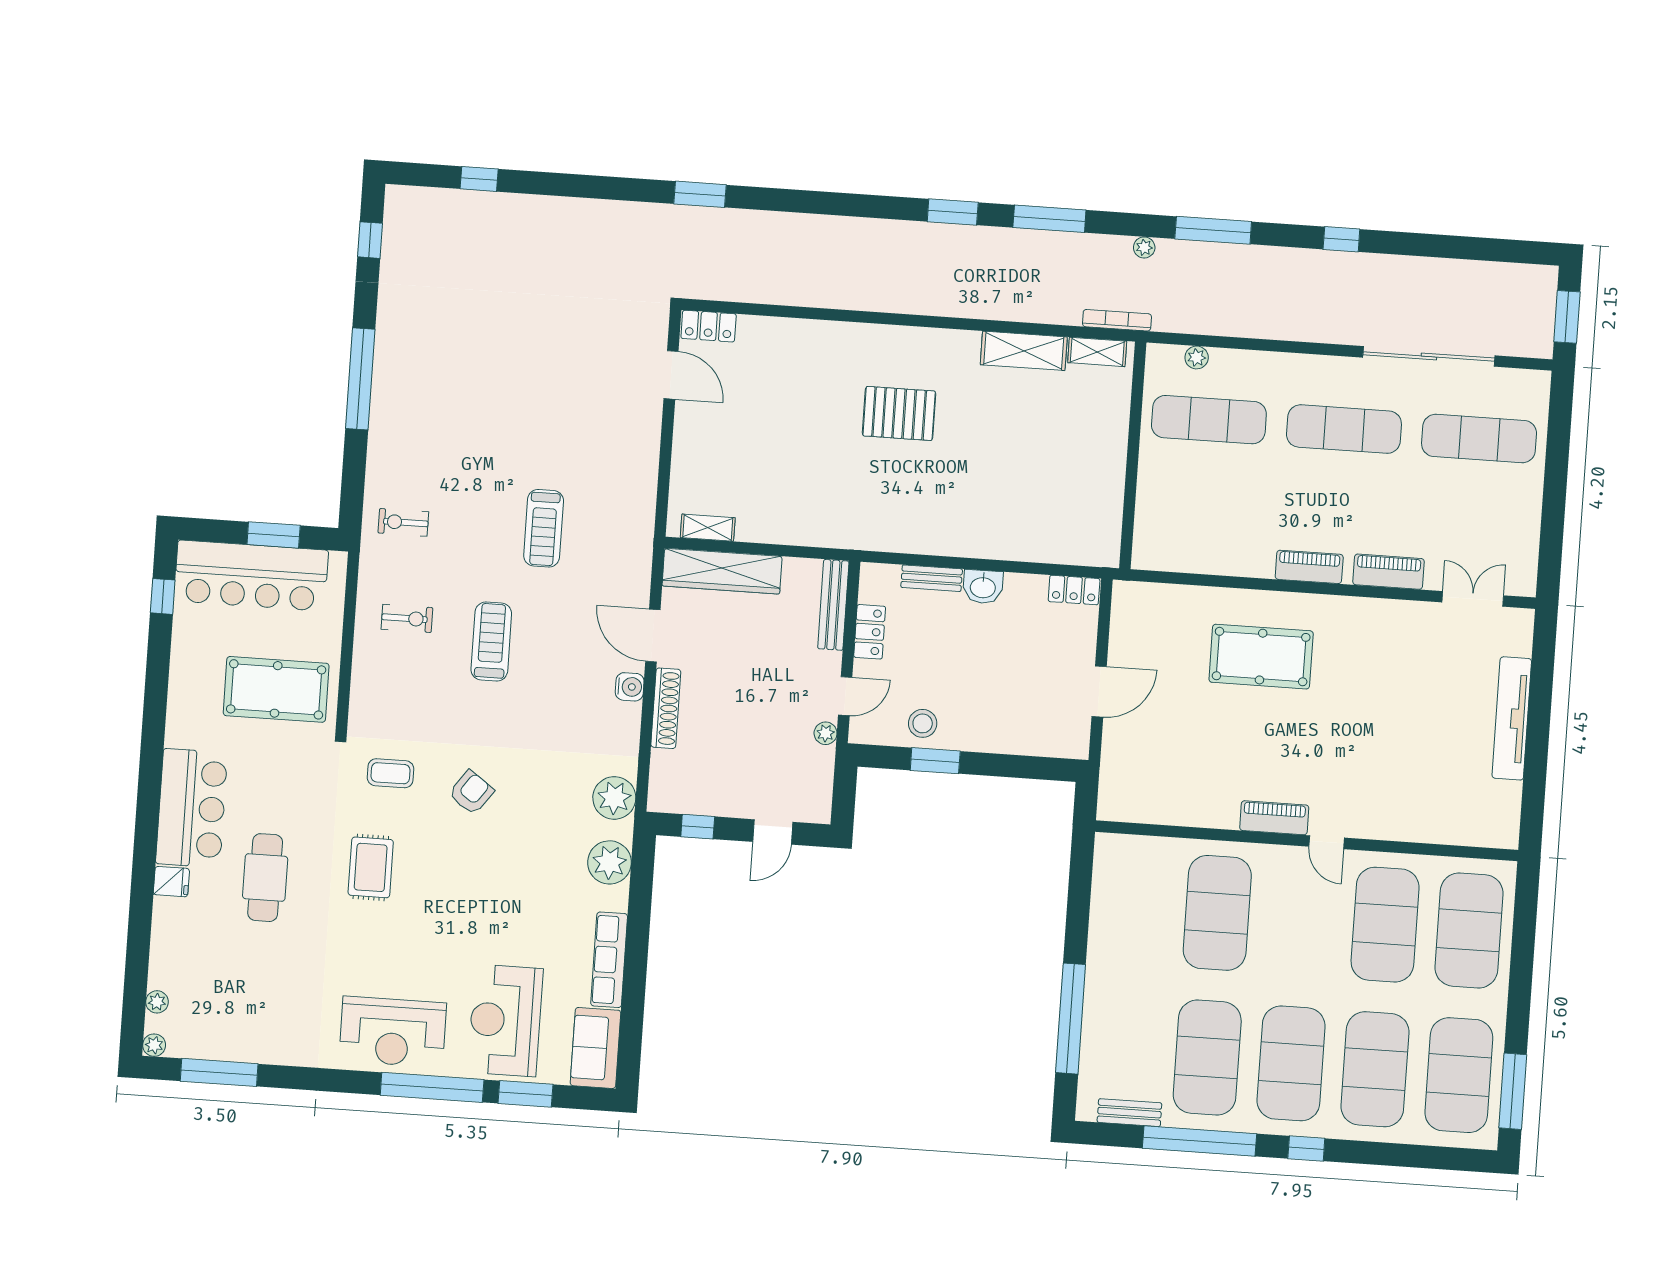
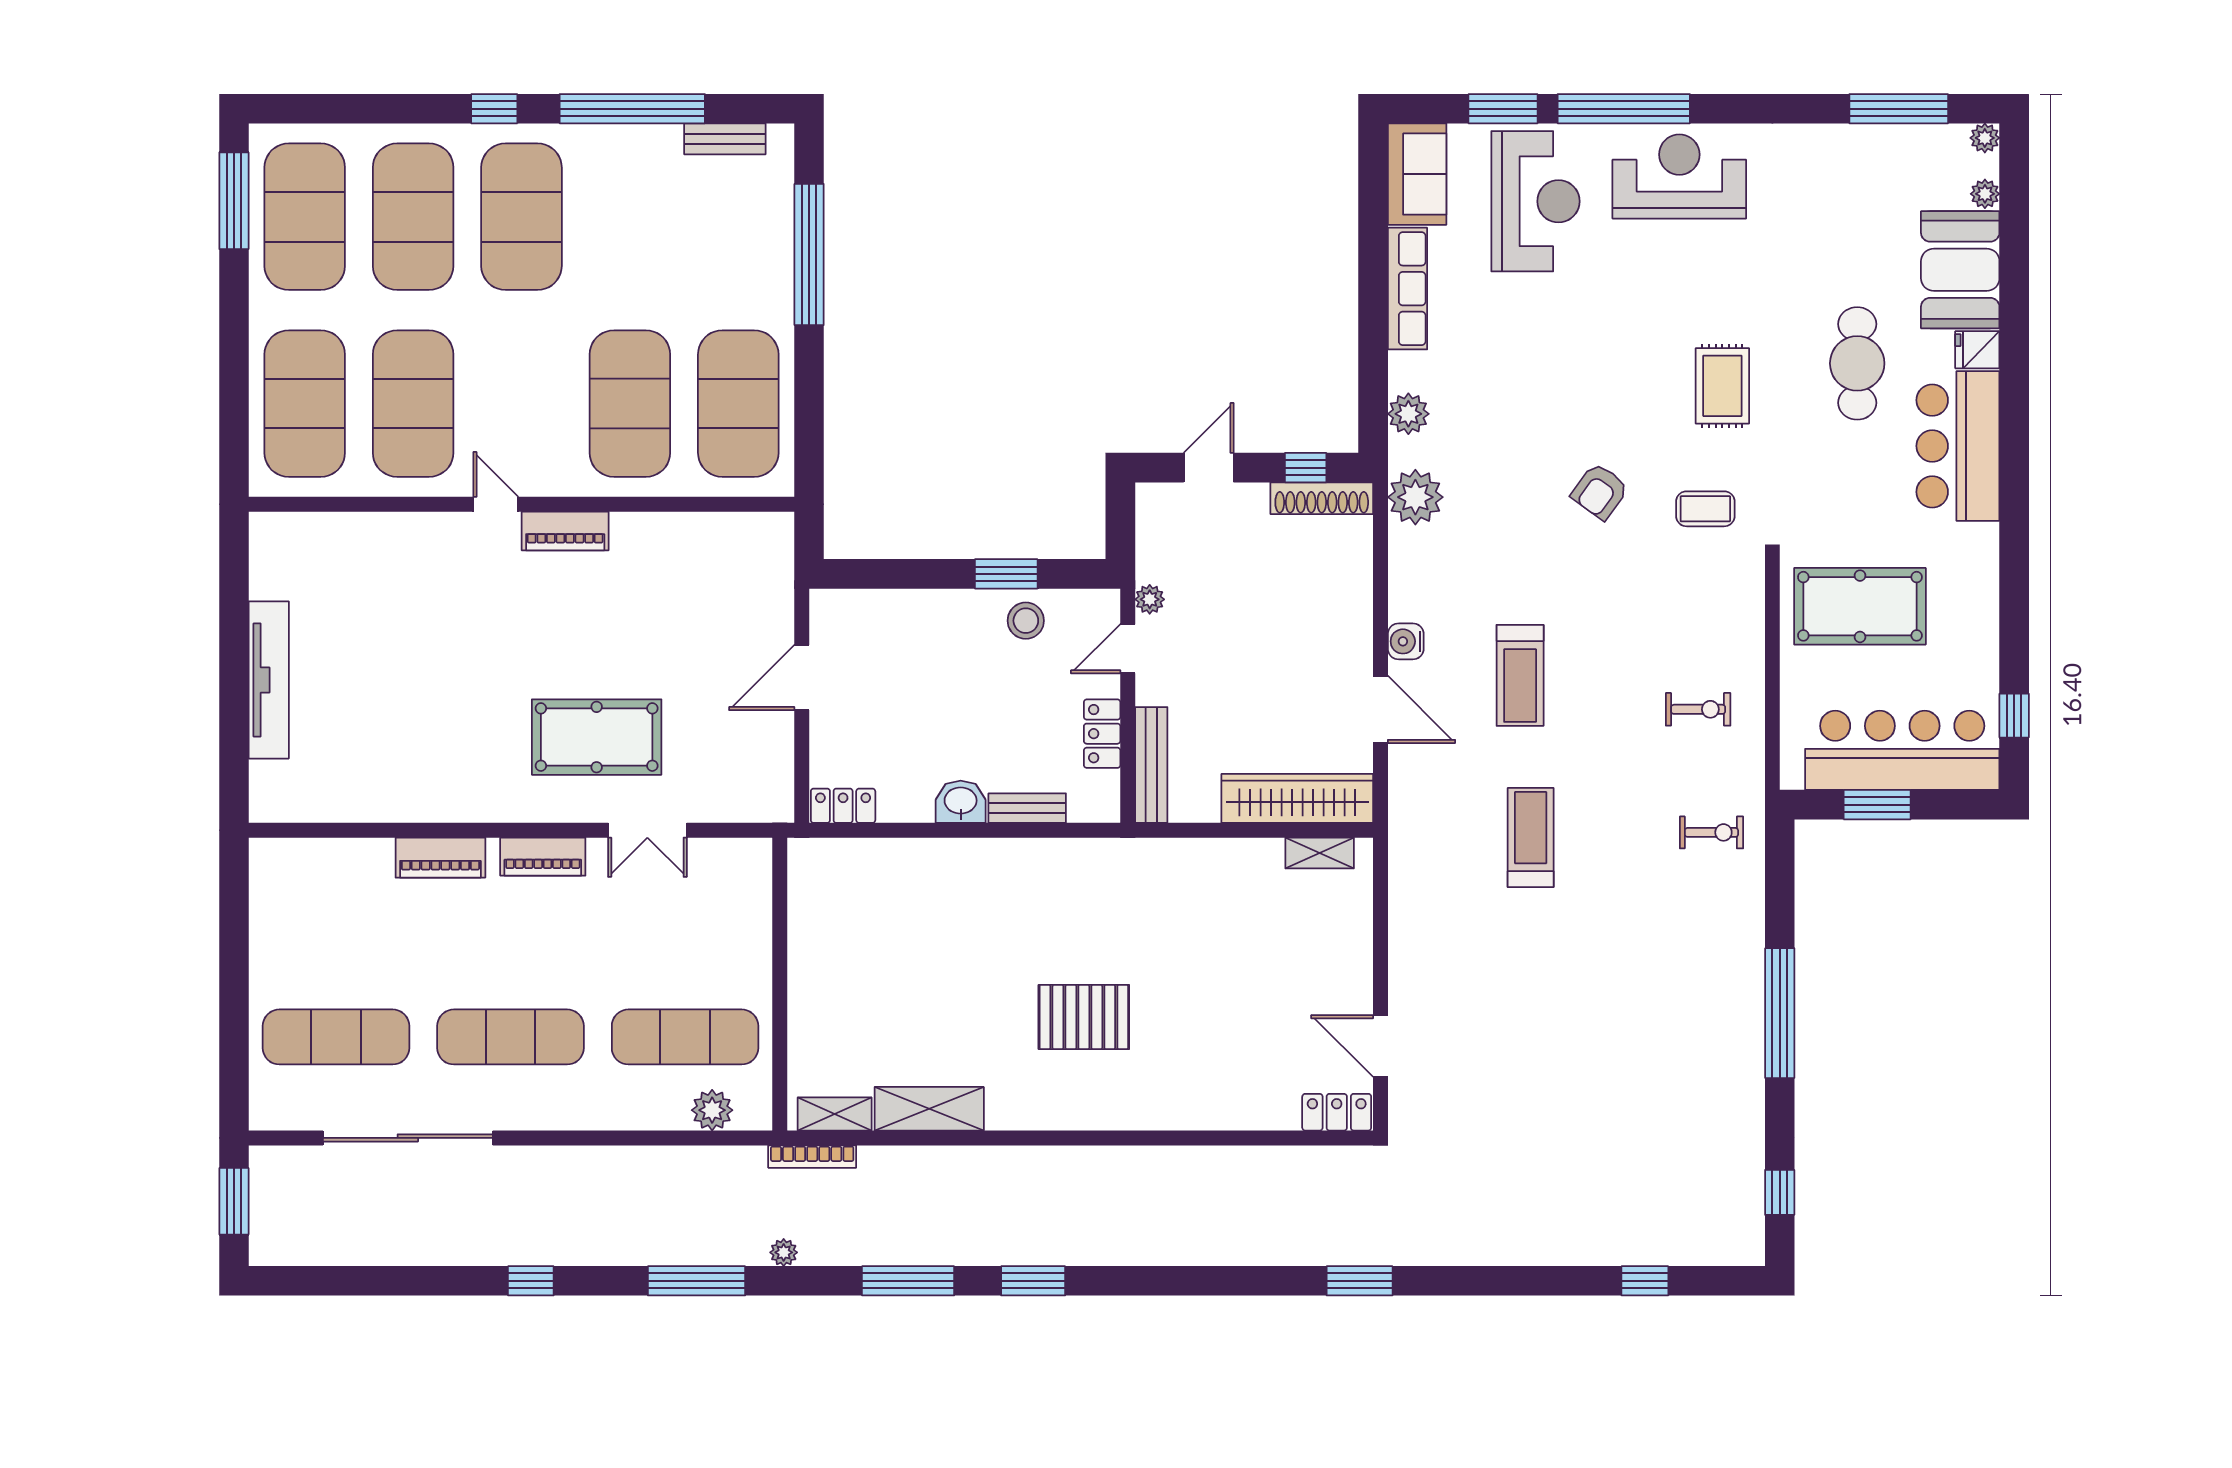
plant: (1197, 357) -> (712, 1110), width x1.38, depth x1.38
double door: (1473, 599) -> (647, 830), moved
exercise bike: (407, 618) -> (1698, 709), turned 180
treadmill: (491, 642) -> (1520, 675), moved
shoe rack: (666, 708) -> (1322, 498), moved, turned -90
plant: (609, 862) -> (1408, 414), width x0.73, depth x0.73
booth: (180, 944) -> (1960, 270), added
exercise mat: (1207, 1058) -> (738, 404), moved

